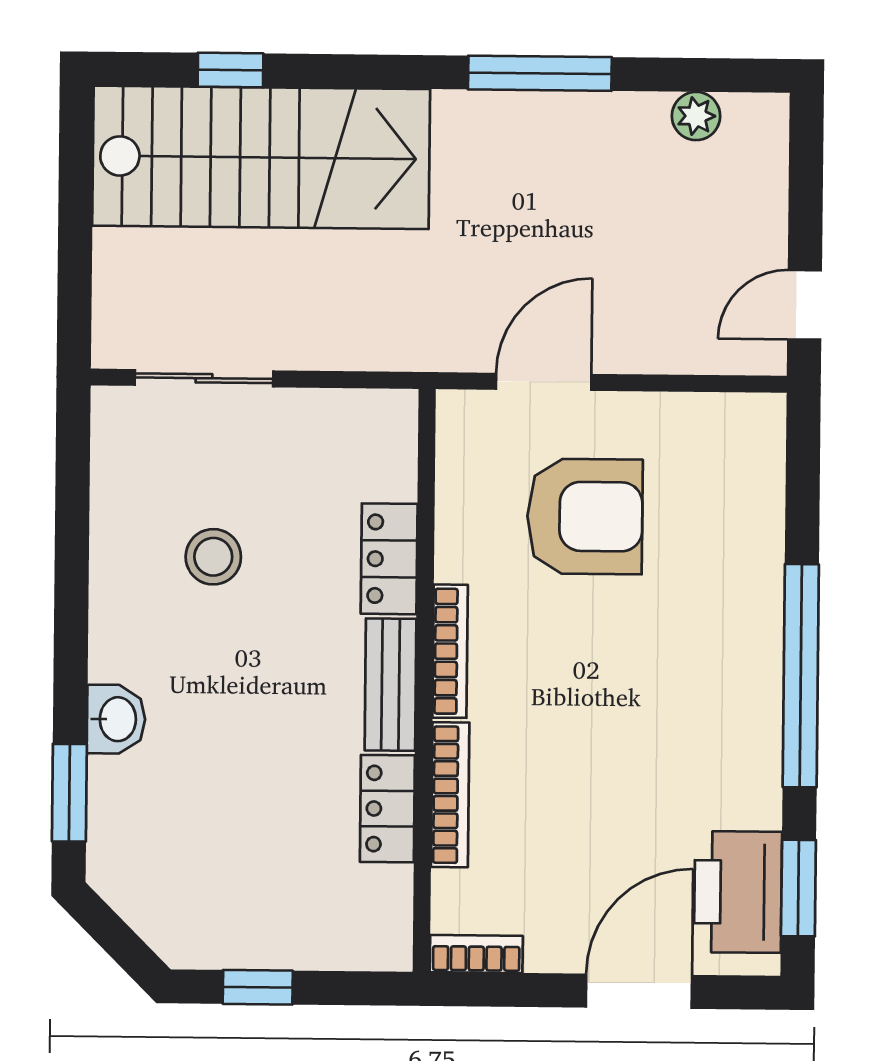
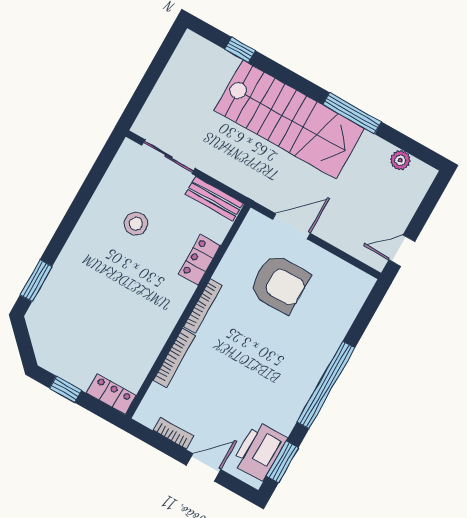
stairs: (261, 157) -> (289, 119), moved
bench: (391, 685) -> (214, 199), moved, turned 90
washbasin: (116, 719) -> (68, 263), removed
locker: (387, 809) -> (111, 394), moved, turned 90
bookcase: (476, 954) -> (173, 433), moved
door: (639, 991) -> (204, 467), width x0.73

